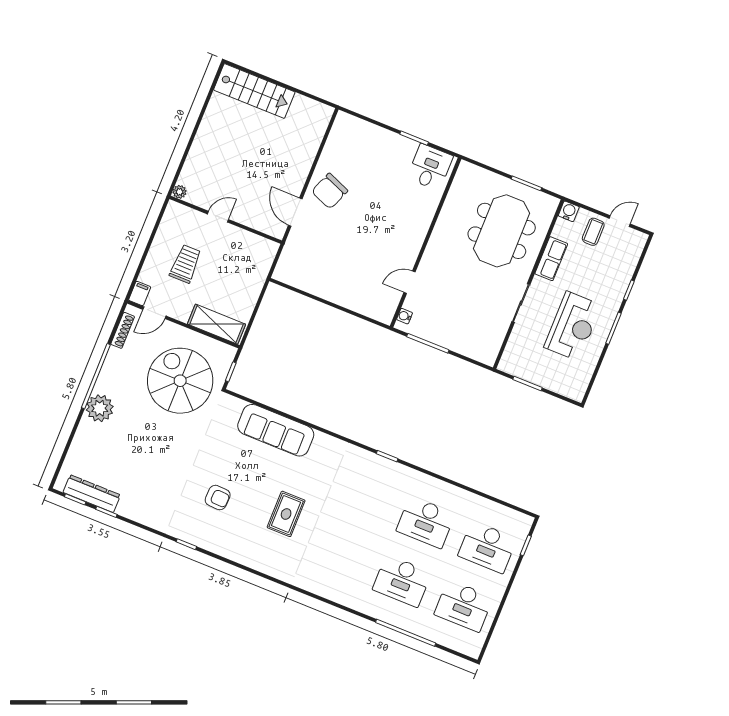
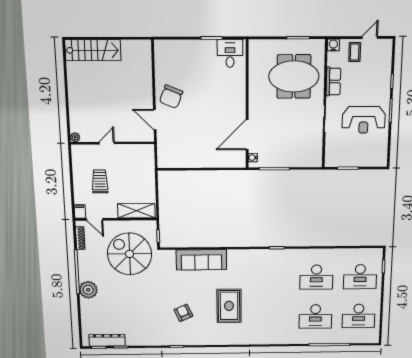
meeting table: (502, 231) -> (294, 76), turned 90
door: (410, 282) -> (247, 135), width x1.87
door: (154, 313) -> (95, 219), hinge flipped
reception desk: (573, 326) -> (364, 120), turned 90
armchair: (218, 498) -> (183, 313), turned -116
rug: (286, 514) -> (229, 306), width x1.36, depth x1.43

